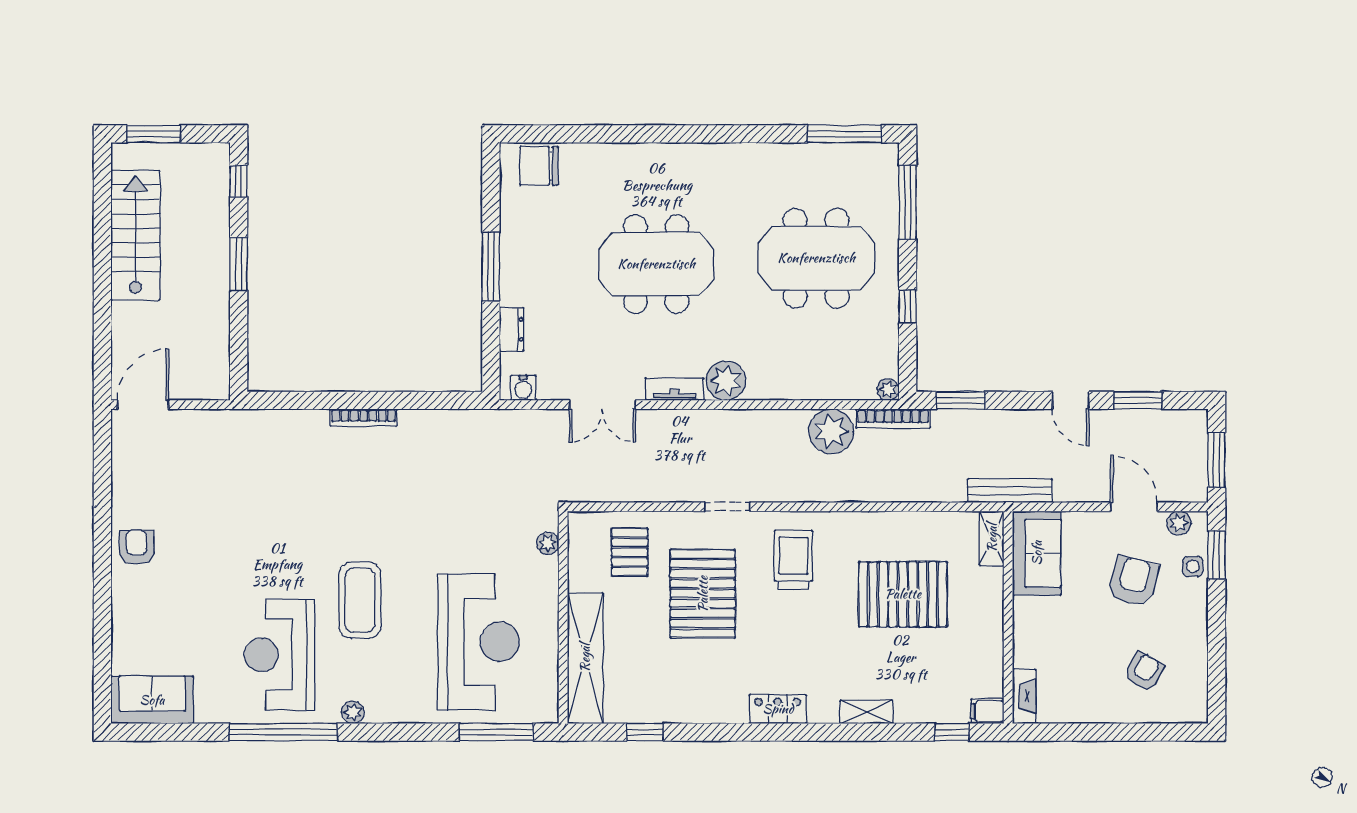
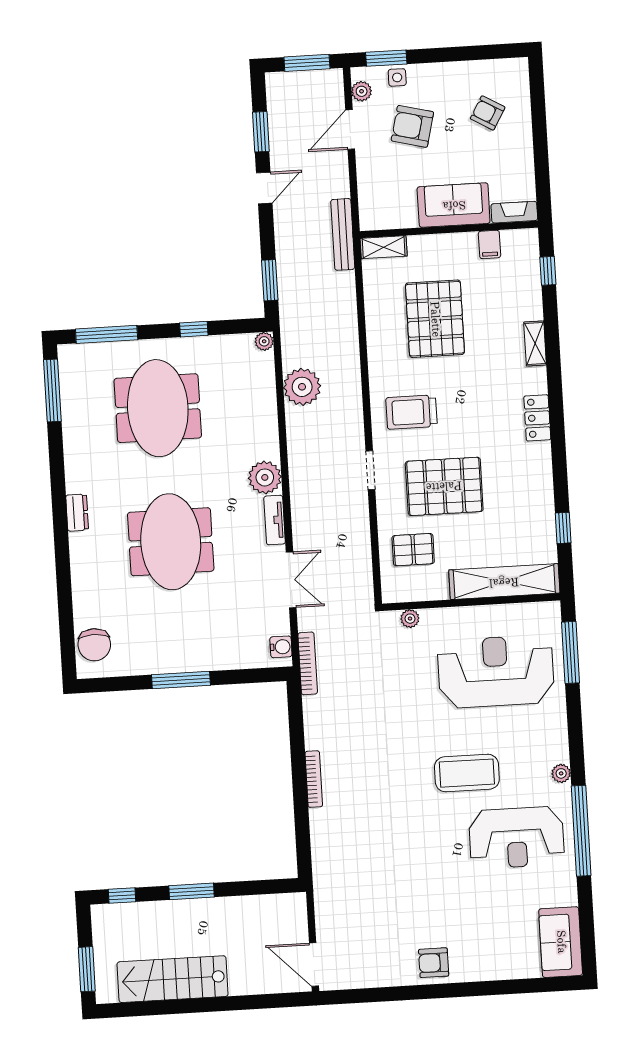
dresser: (512, 329) -> (77, 513), moved, turned 90
bookcase: (893, 418) -> (308, 663), moved
sofa: (1037, 553) -> (454, 205), moved
filing cabinet: (987, 711) -> (490, 244), moved

